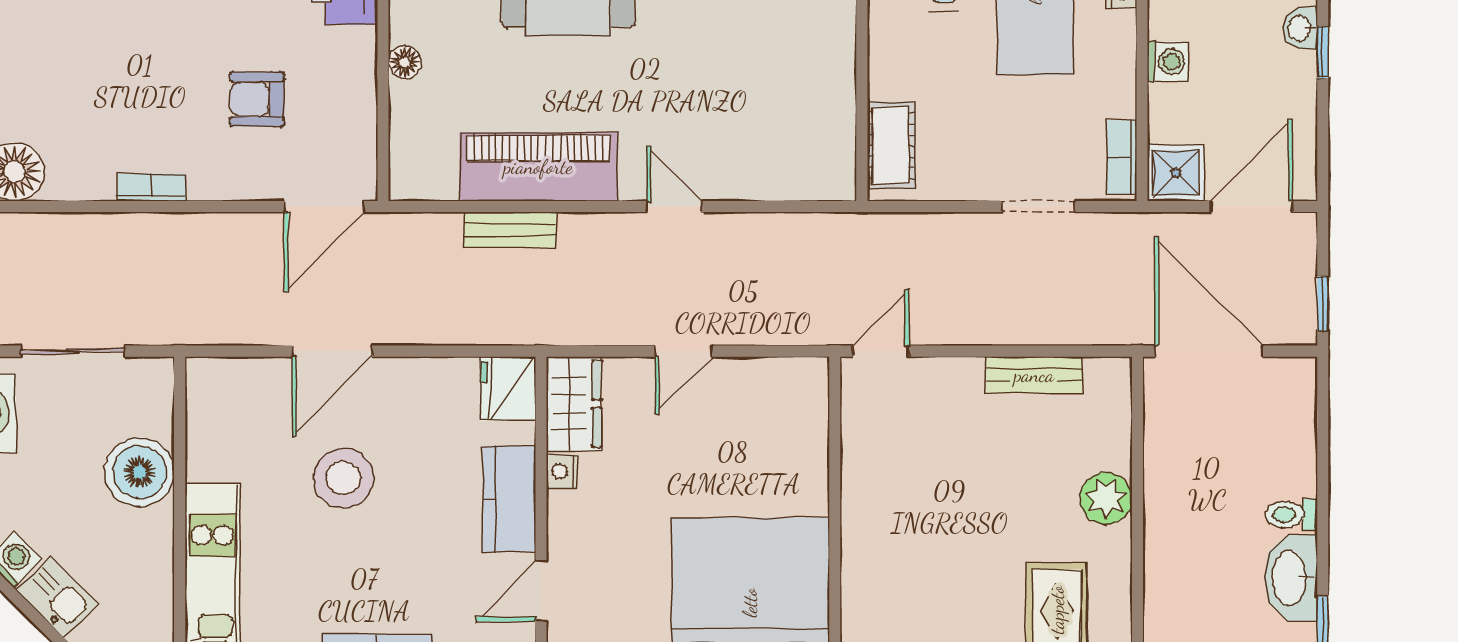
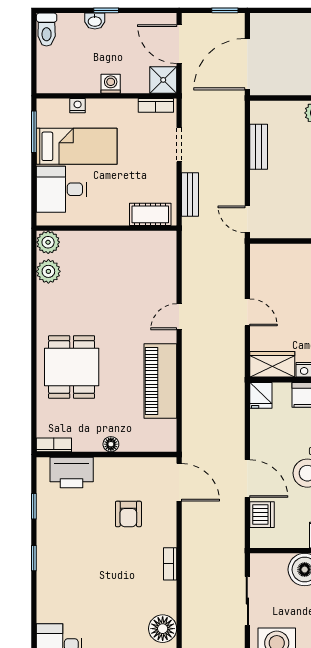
bench: (510, 230) -> (190, 195), moved
dishwasher: (256, 382) -> (262, 515), added
fridge: (508, 389) -> (261, 395), width x0.72

